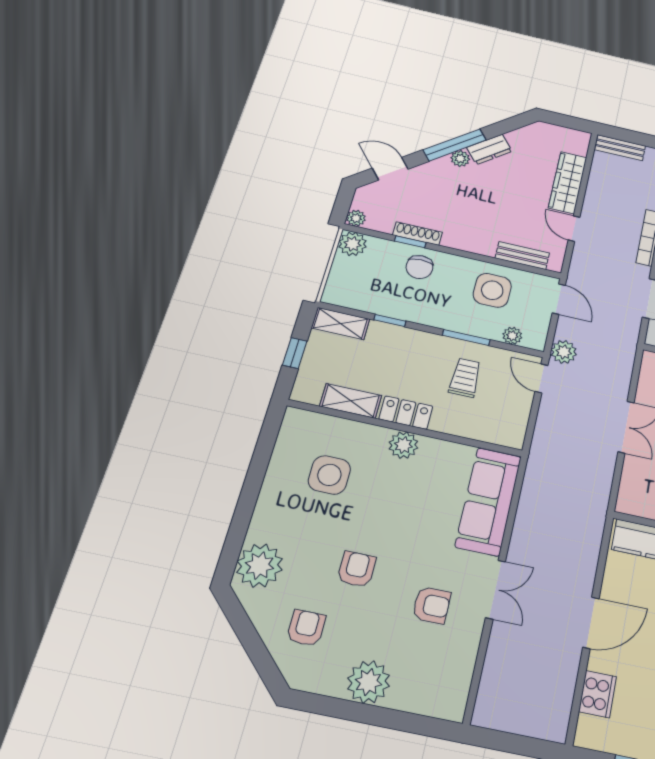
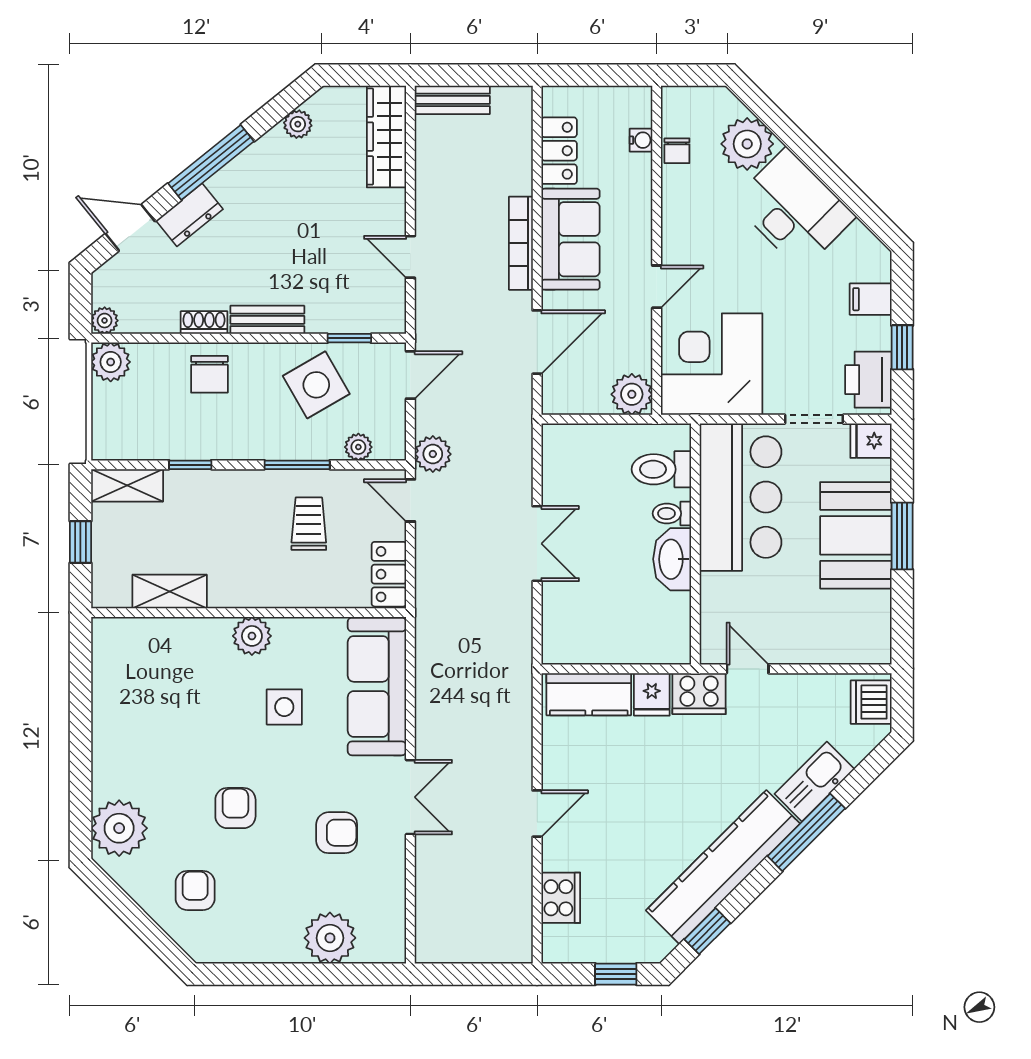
dresser: (489, 149) -> (190, 215), moved
plant: (460, 159) -> (298, 124), moved
wardrobe: (568, 183) -> (387, 137), moved
shoe rack: (418, 234) -> (204, 323), width x0.70
window: (410, 242) -> (349, 338), moved
bench: (522, 256) -> (267, 320), moved
side table: (492, 290) -> (316, 385), turned -30
door: (559, 299) -> (410, 375), hinge flipped
locker: (406, 413) -> (389, 574), moved, turned -90
side table: (329, 475) -> (284, 707), moved, width x0.73, depth x0.73
door: (591, 623) -> (537, 814), width x0.73
plant: (369, 682) -> (330, 938), moved

